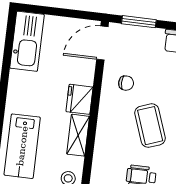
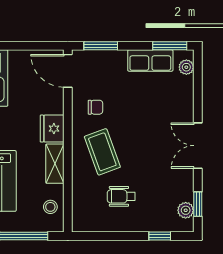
door: (102, 43) -> (68, 71), hinge flipped
coffee table: (150, 126) -> (102, 152), moved

